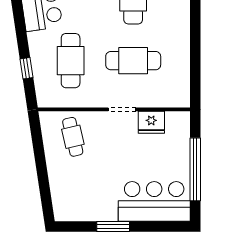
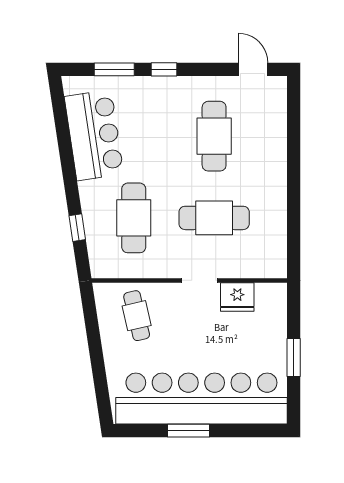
window: (195, 169) -> (294, 357), width x0.47
bar counter: (154, 201) -> (201, 399), width x1.86

